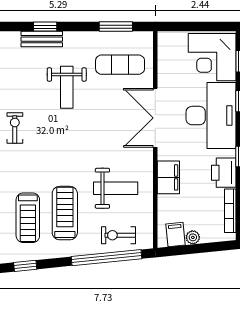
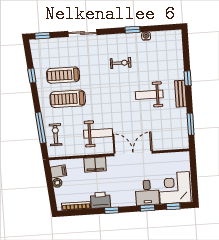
bench: (42, 39) -> (180, 94), moved
exercise mat: (120, 65) -> (166, 128), removed
desk: (211, 116) -> (147, 193), width x0.53, depth x0.77
weight bench: (116, 188) -> (98, 133), moved, turned -90
treadmill: (65, 213) -> (68, 99), turned 180
window: (107, 258) -> (41, 128), width x0.68

